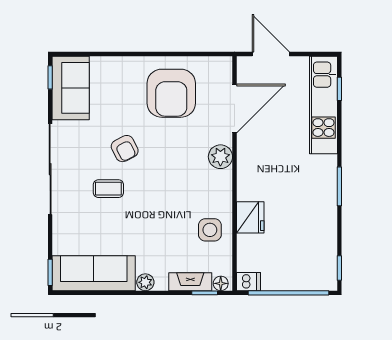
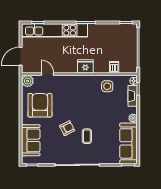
sofa: (71, 88) -> (31, 140), moved, turned 90
armchair: (171, 93) -> (40, 105), turned -90
kitchen unit: (323, 105) -> (54, 30), width x1.36
door: (235, 108) -> (47, 74), width x0.53
plant: (220, 157) -> (28, 81), moved
fridge: (250, 217) -> (85, 66), moved
dishwasher: (249, 282) -> (114, 67), moved

